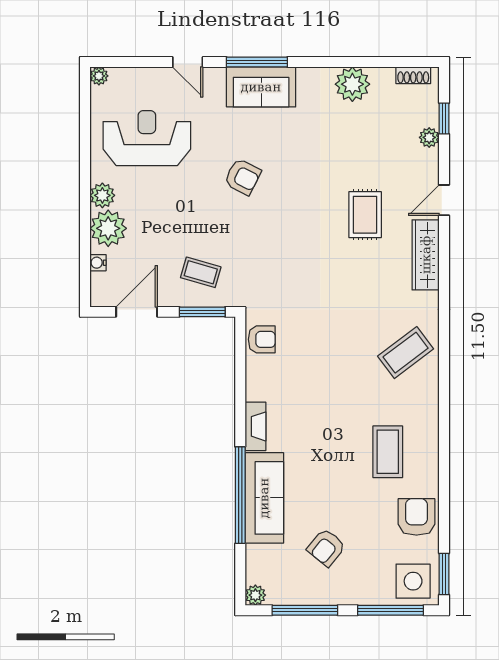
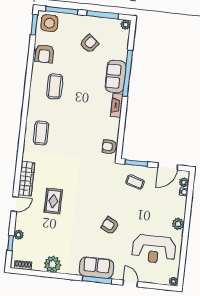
plant: (108, 228) -> (184, 182), moved, width x0.53, depth x0.53
coffee table: (406, 353) -> (41, 133), turned -53
sofa: (264, 498) -> (116, 76), width x0.73

